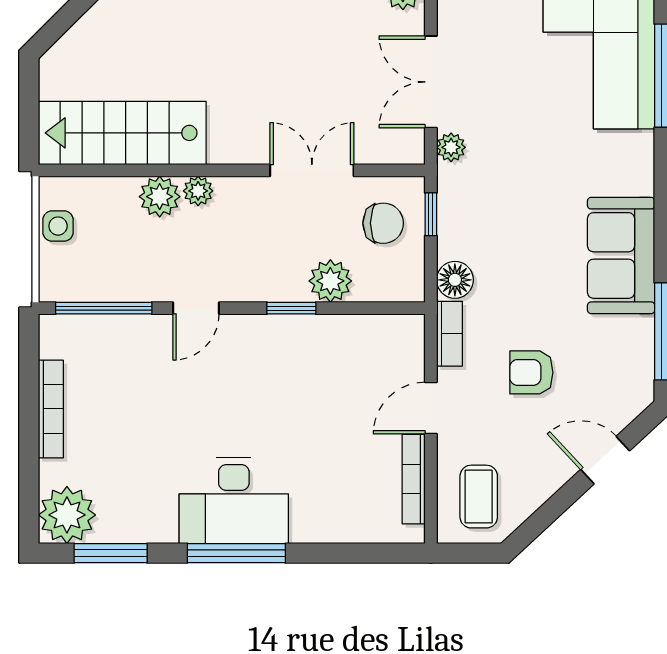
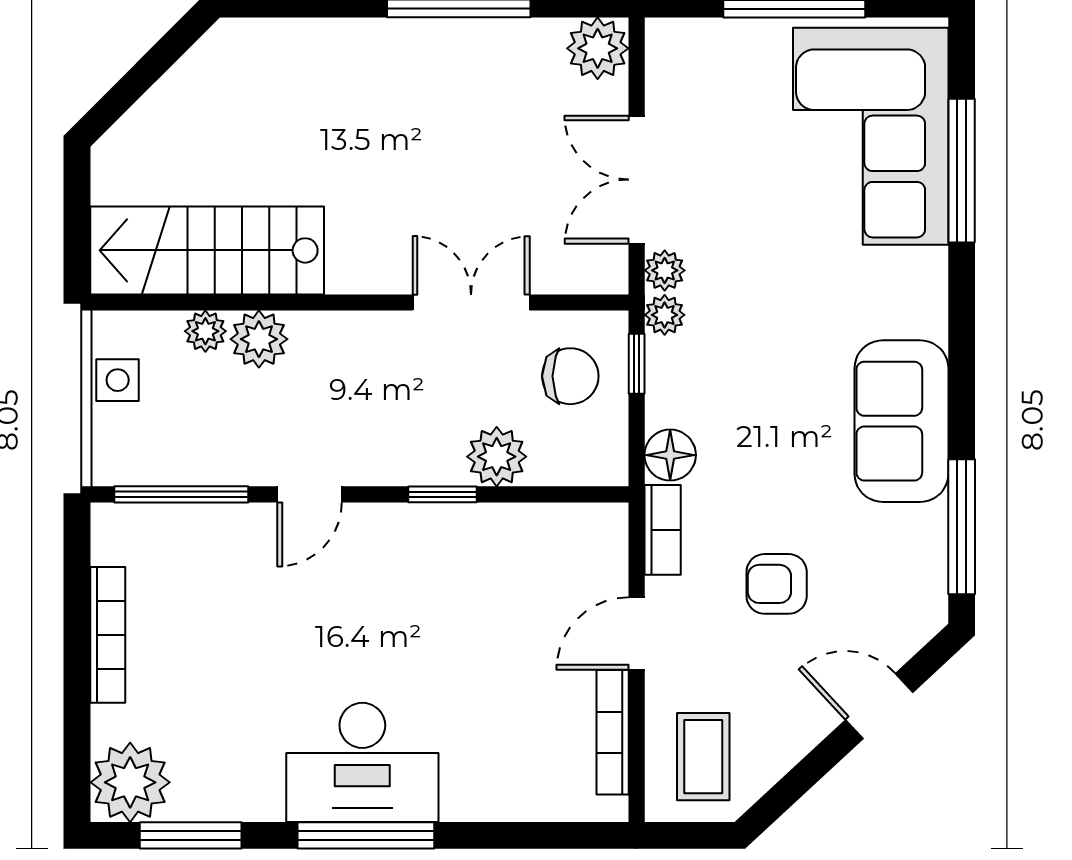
plant: (451, 179) -> (665, 315), added
plant: (198, 191) -> (205, 331), moved

